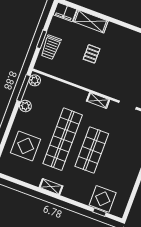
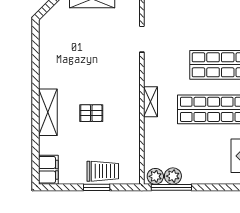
shelving: (91, 21) -> (48, 112), moved
shelving: (98, 100) -> (151, 102), moved
plant: (25, 106) -> (173, 176), moved

